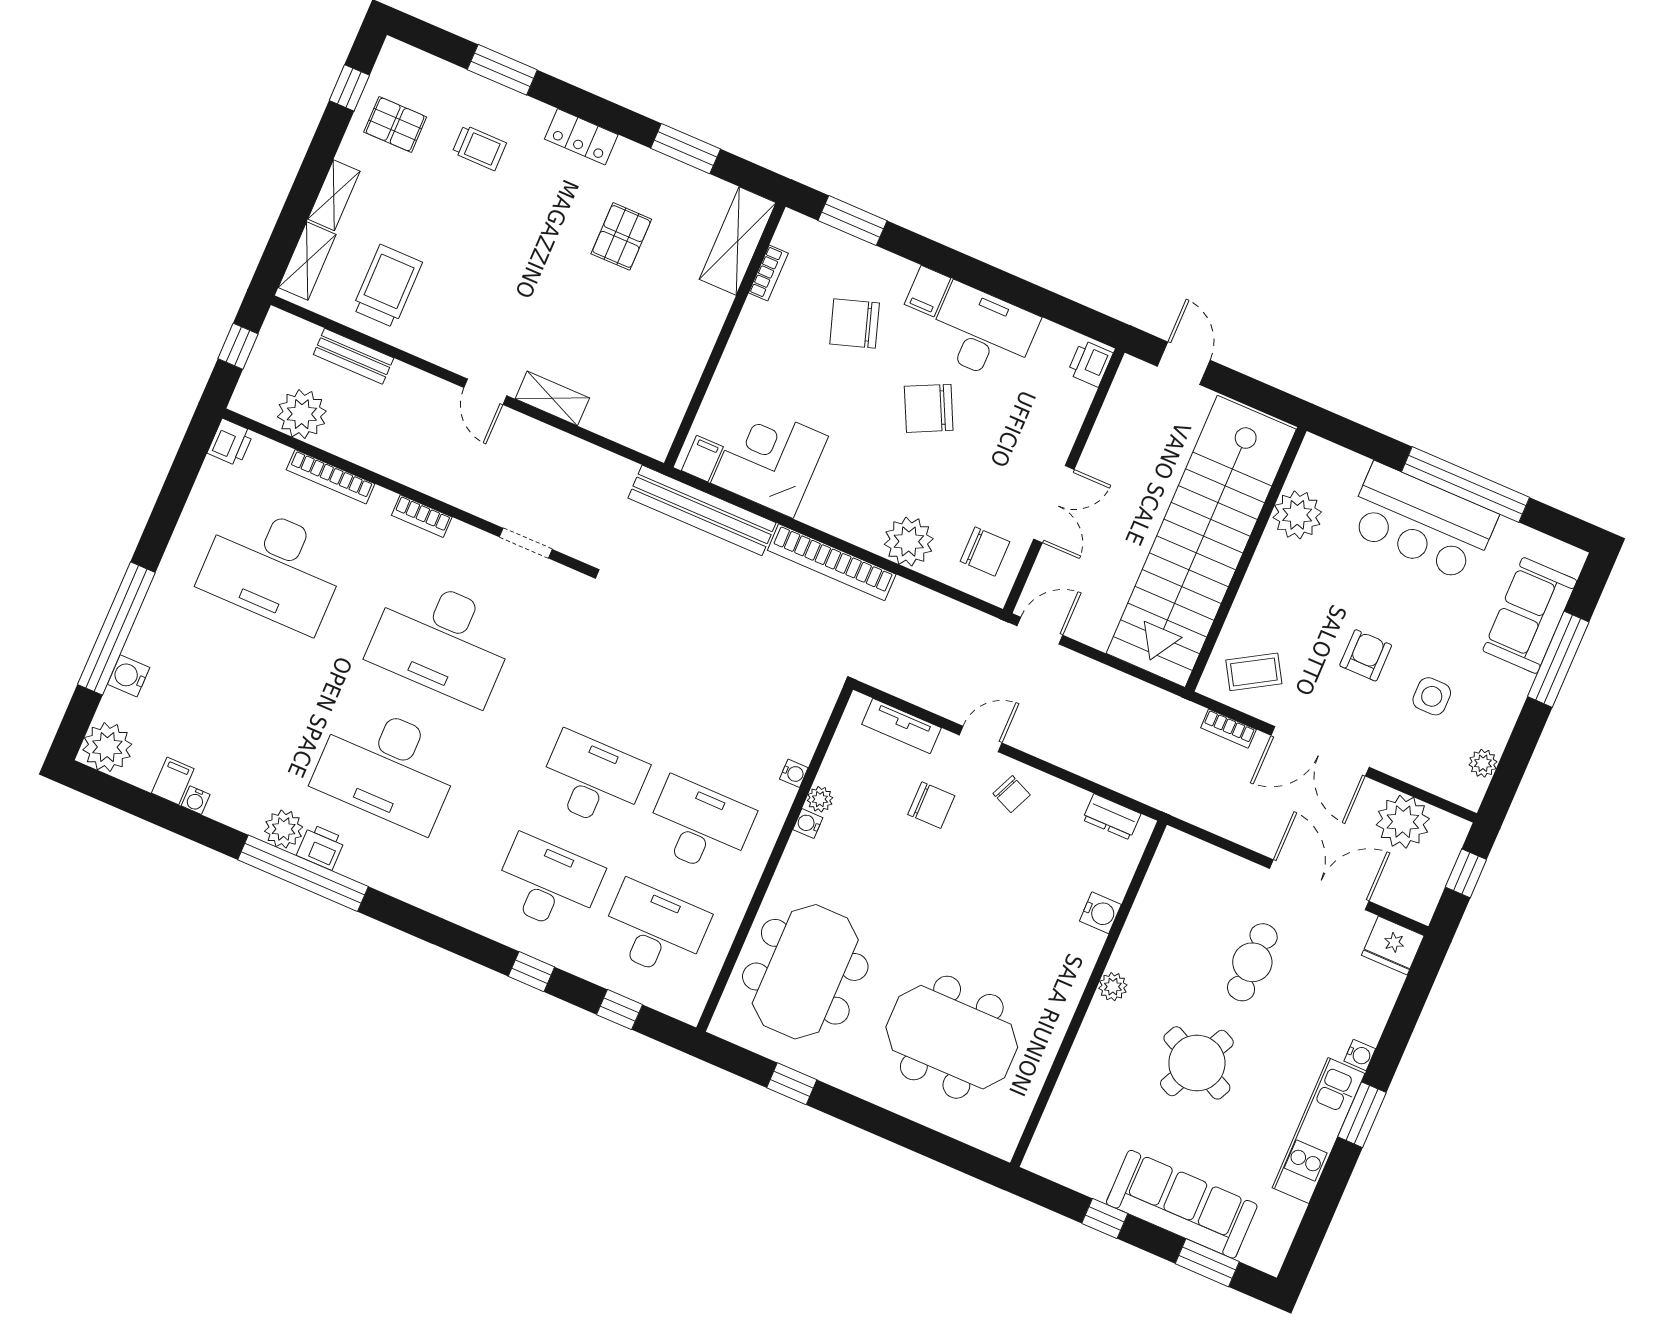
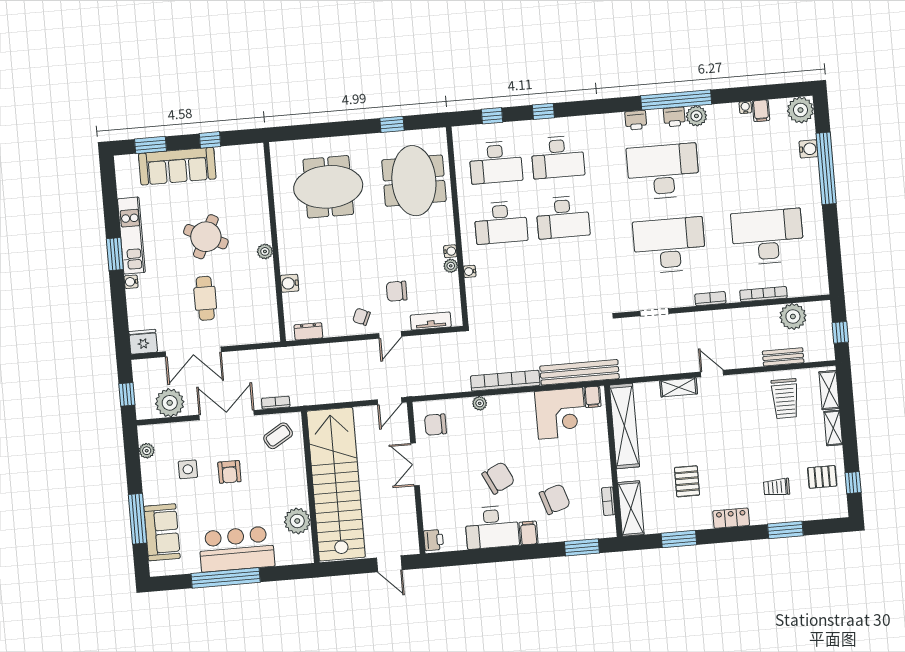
shelving: (675, 383) -> (624, 426), added
printer: (230, 442) -> (636, 120), moved, turned -90
plant: (909, 541) -> (480, 403), width x0.53, depth x0.53

